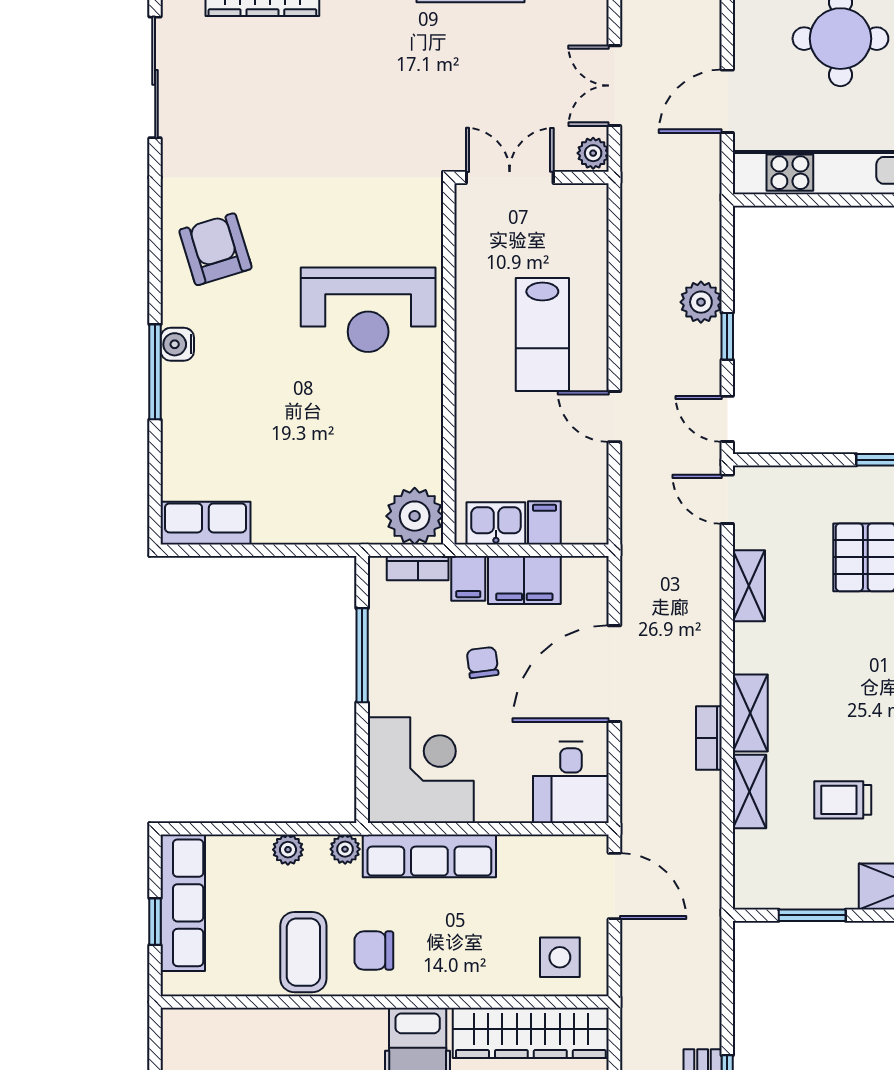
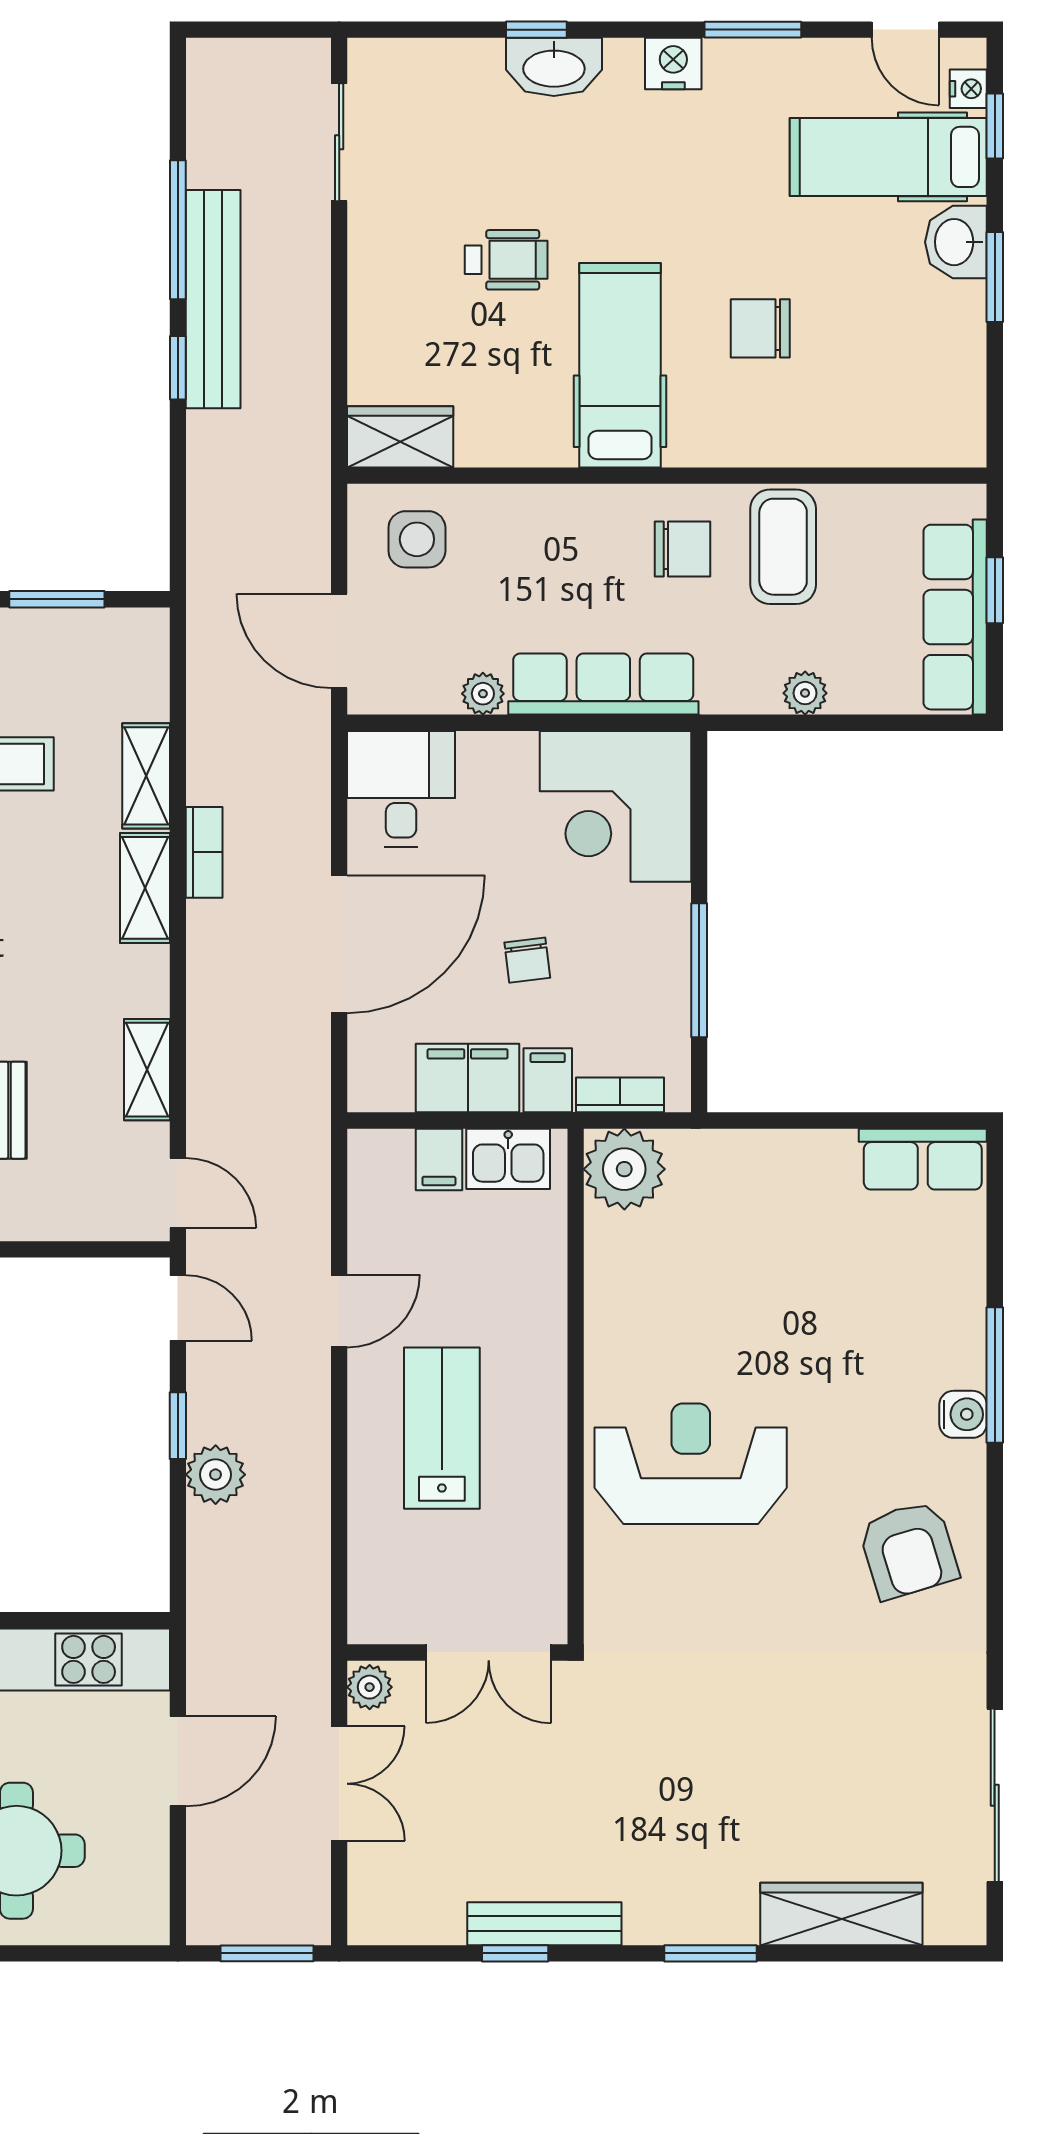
door: (614, 417) -> (339, 1311), hinge flipped
plant: (345, 849) -> (483, 694), moved
wardrobe: (531, 1033) -> (400, 437), width x0.48, depth x0.85

